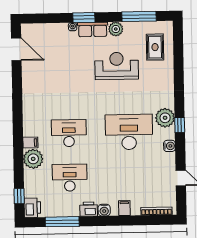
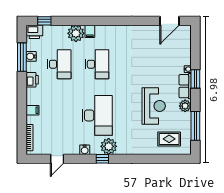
water cooler: (104, 210) -> (31, 56), moved

